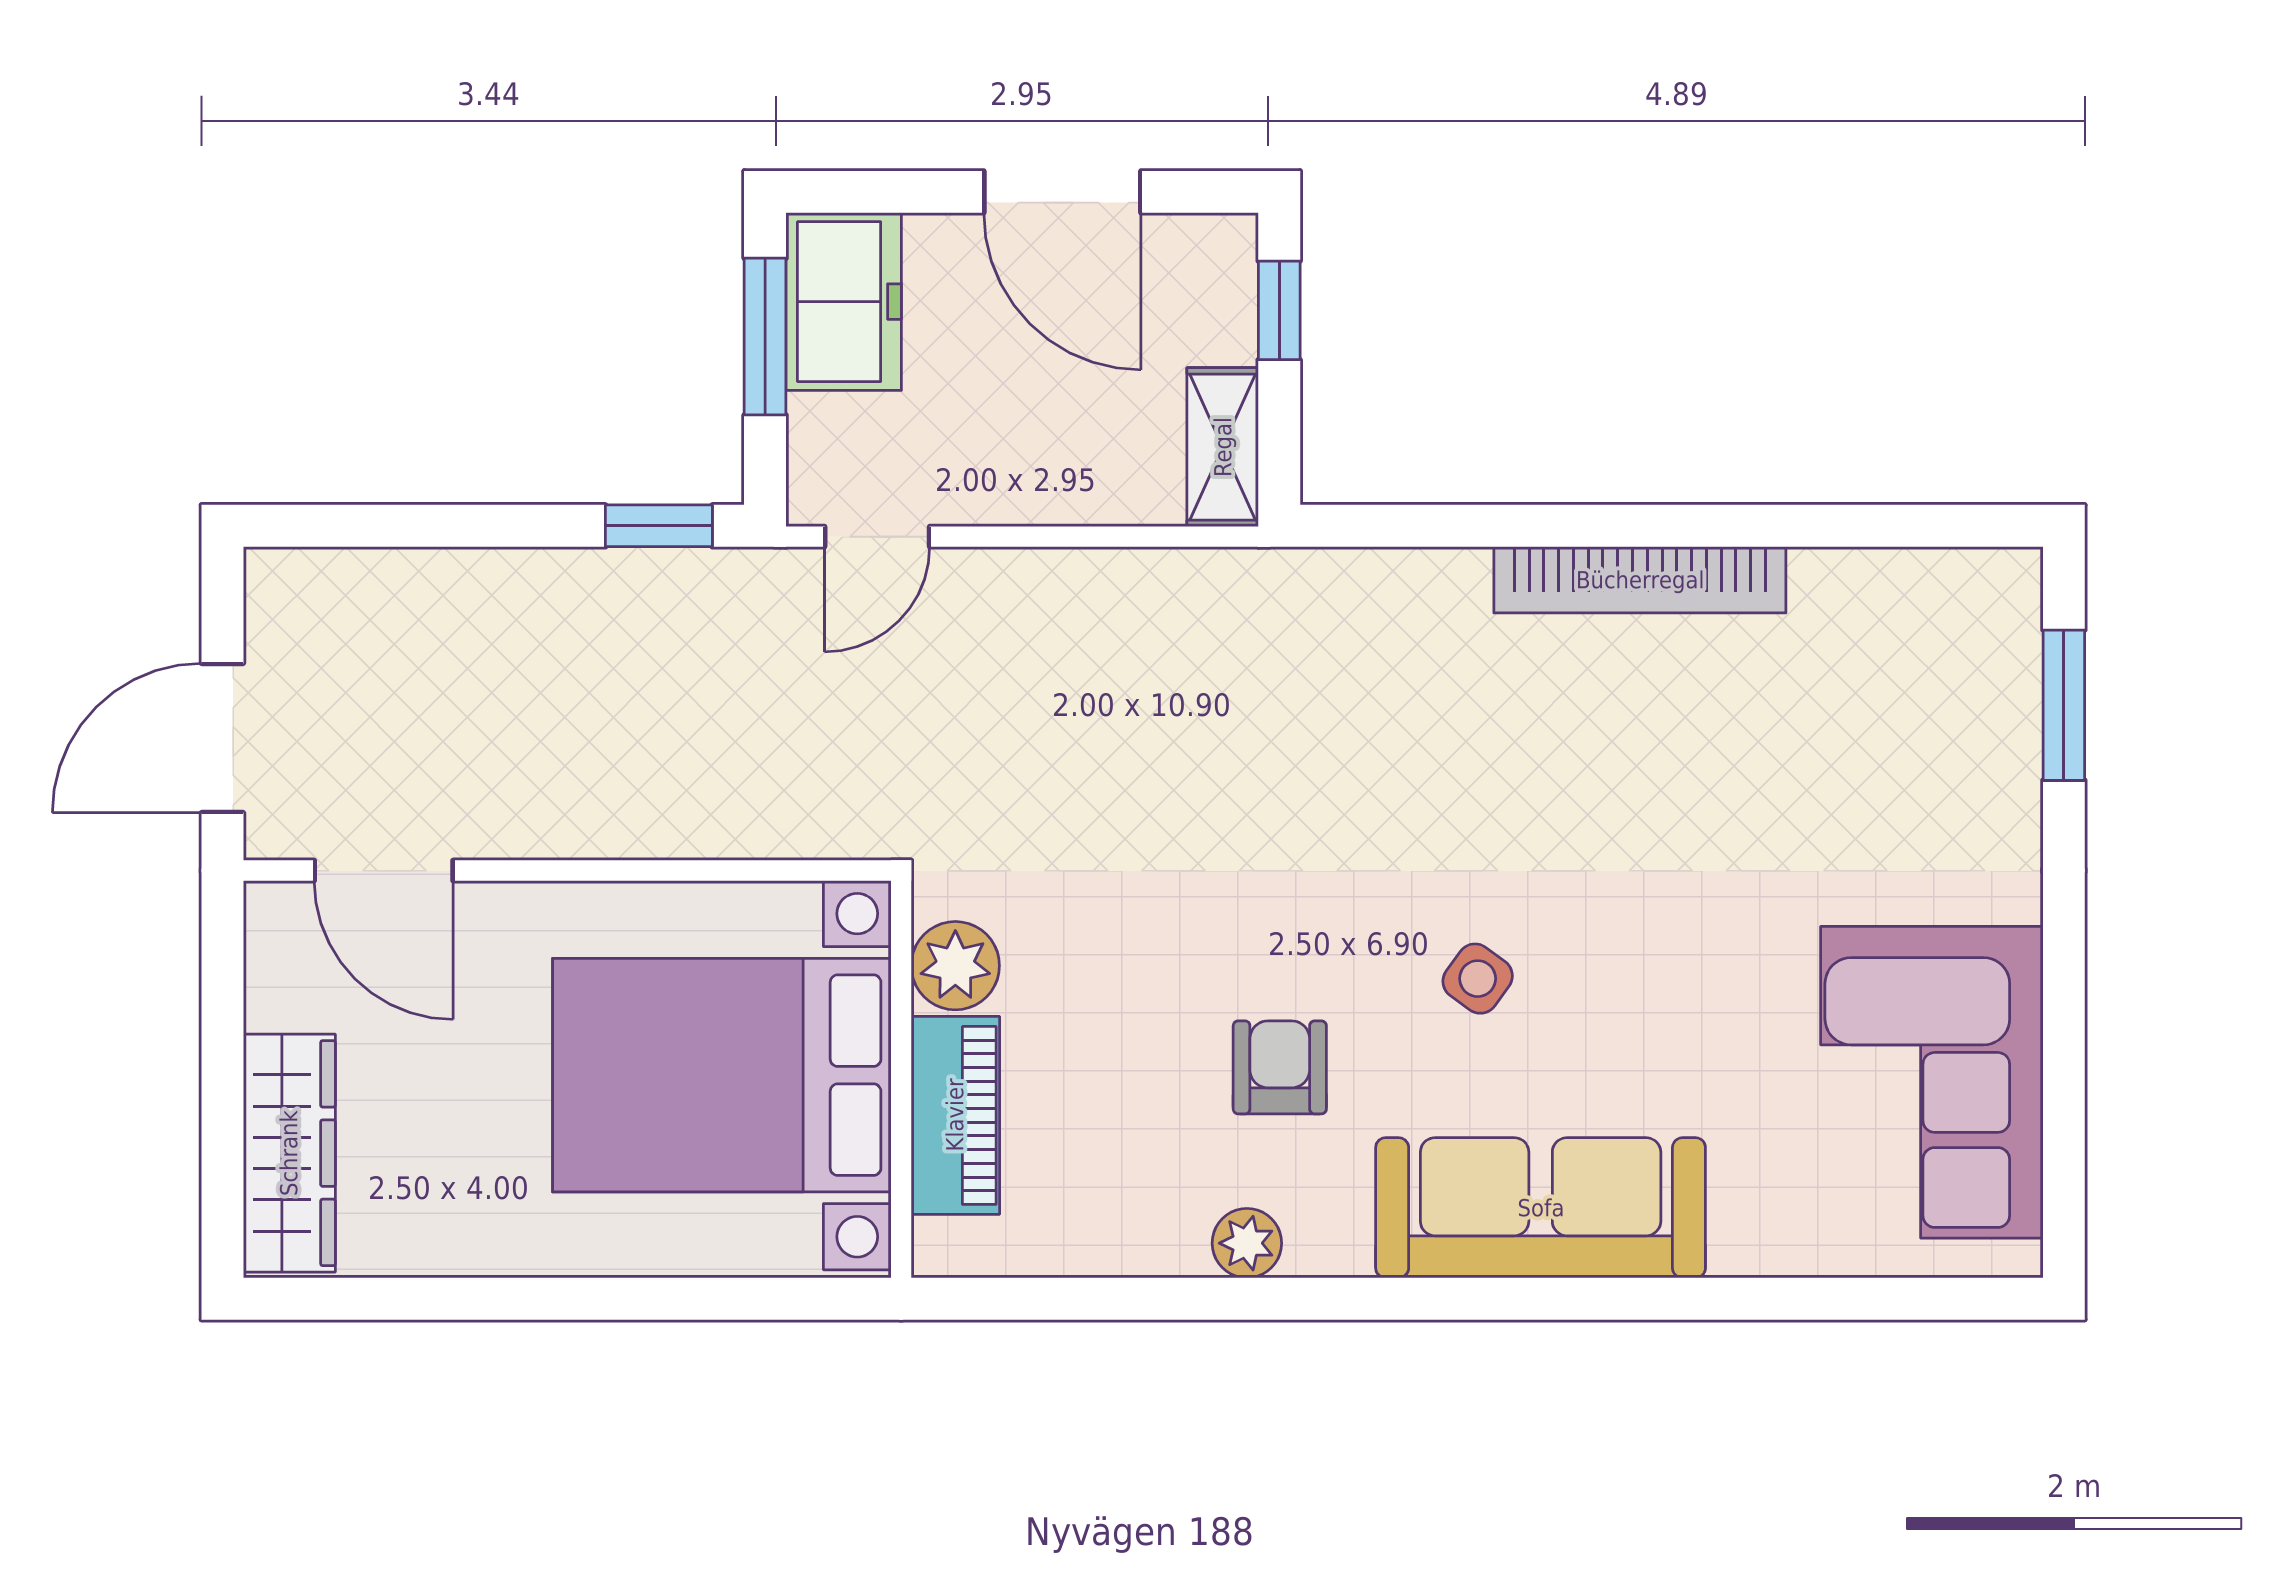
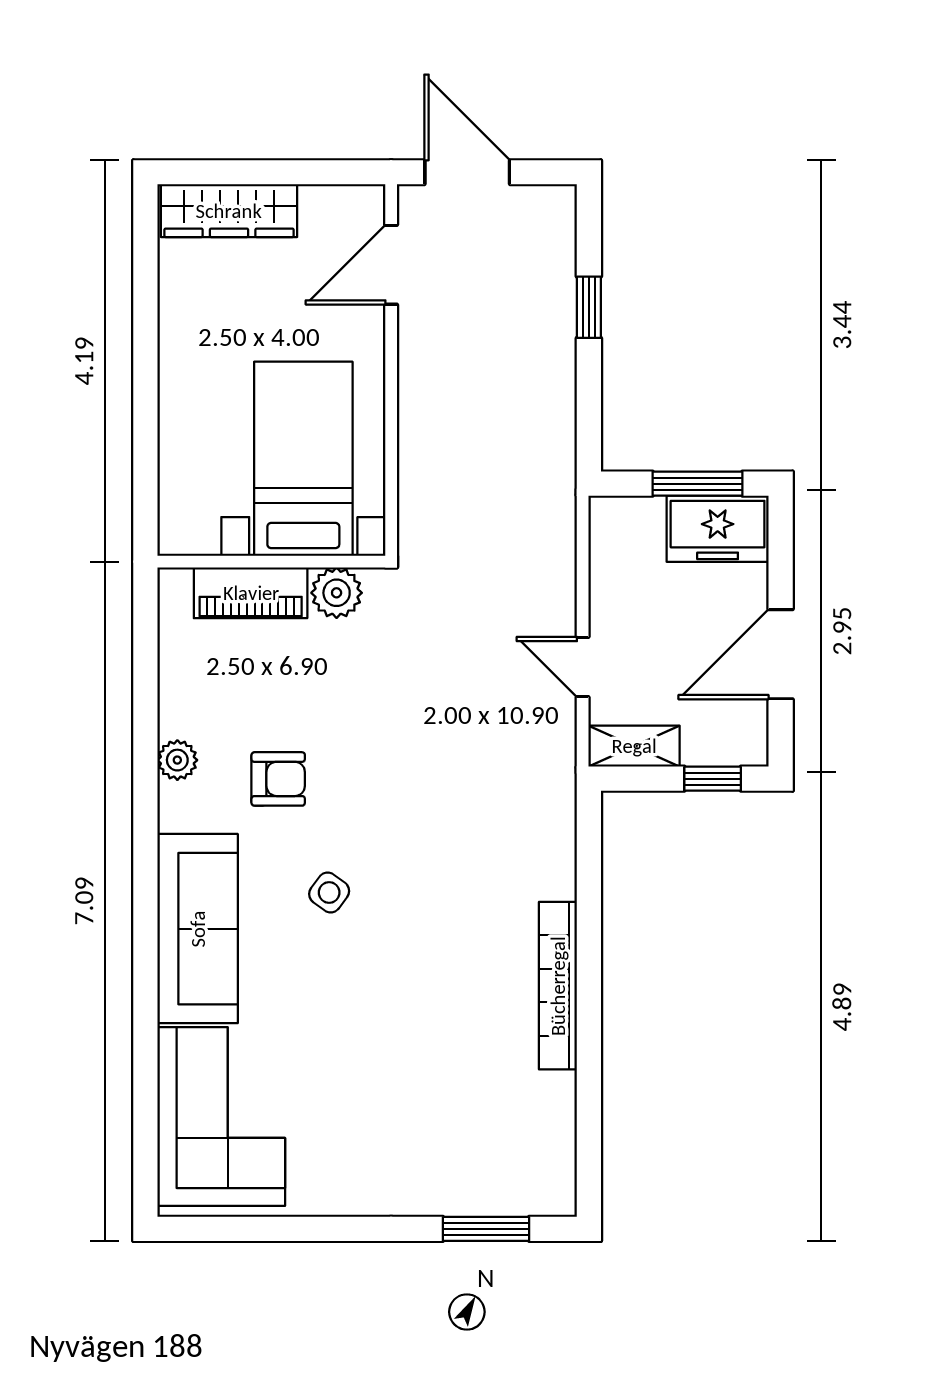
window: (659, 526) -> (589, 307), moved
door: (877, 537) -> (583, 667), moved
bed with nightstands: (722, 1075) -> (303, 459), width x0.73
corner sofa: (1932, 1082) -> (221, 1116), moved, turned 90

